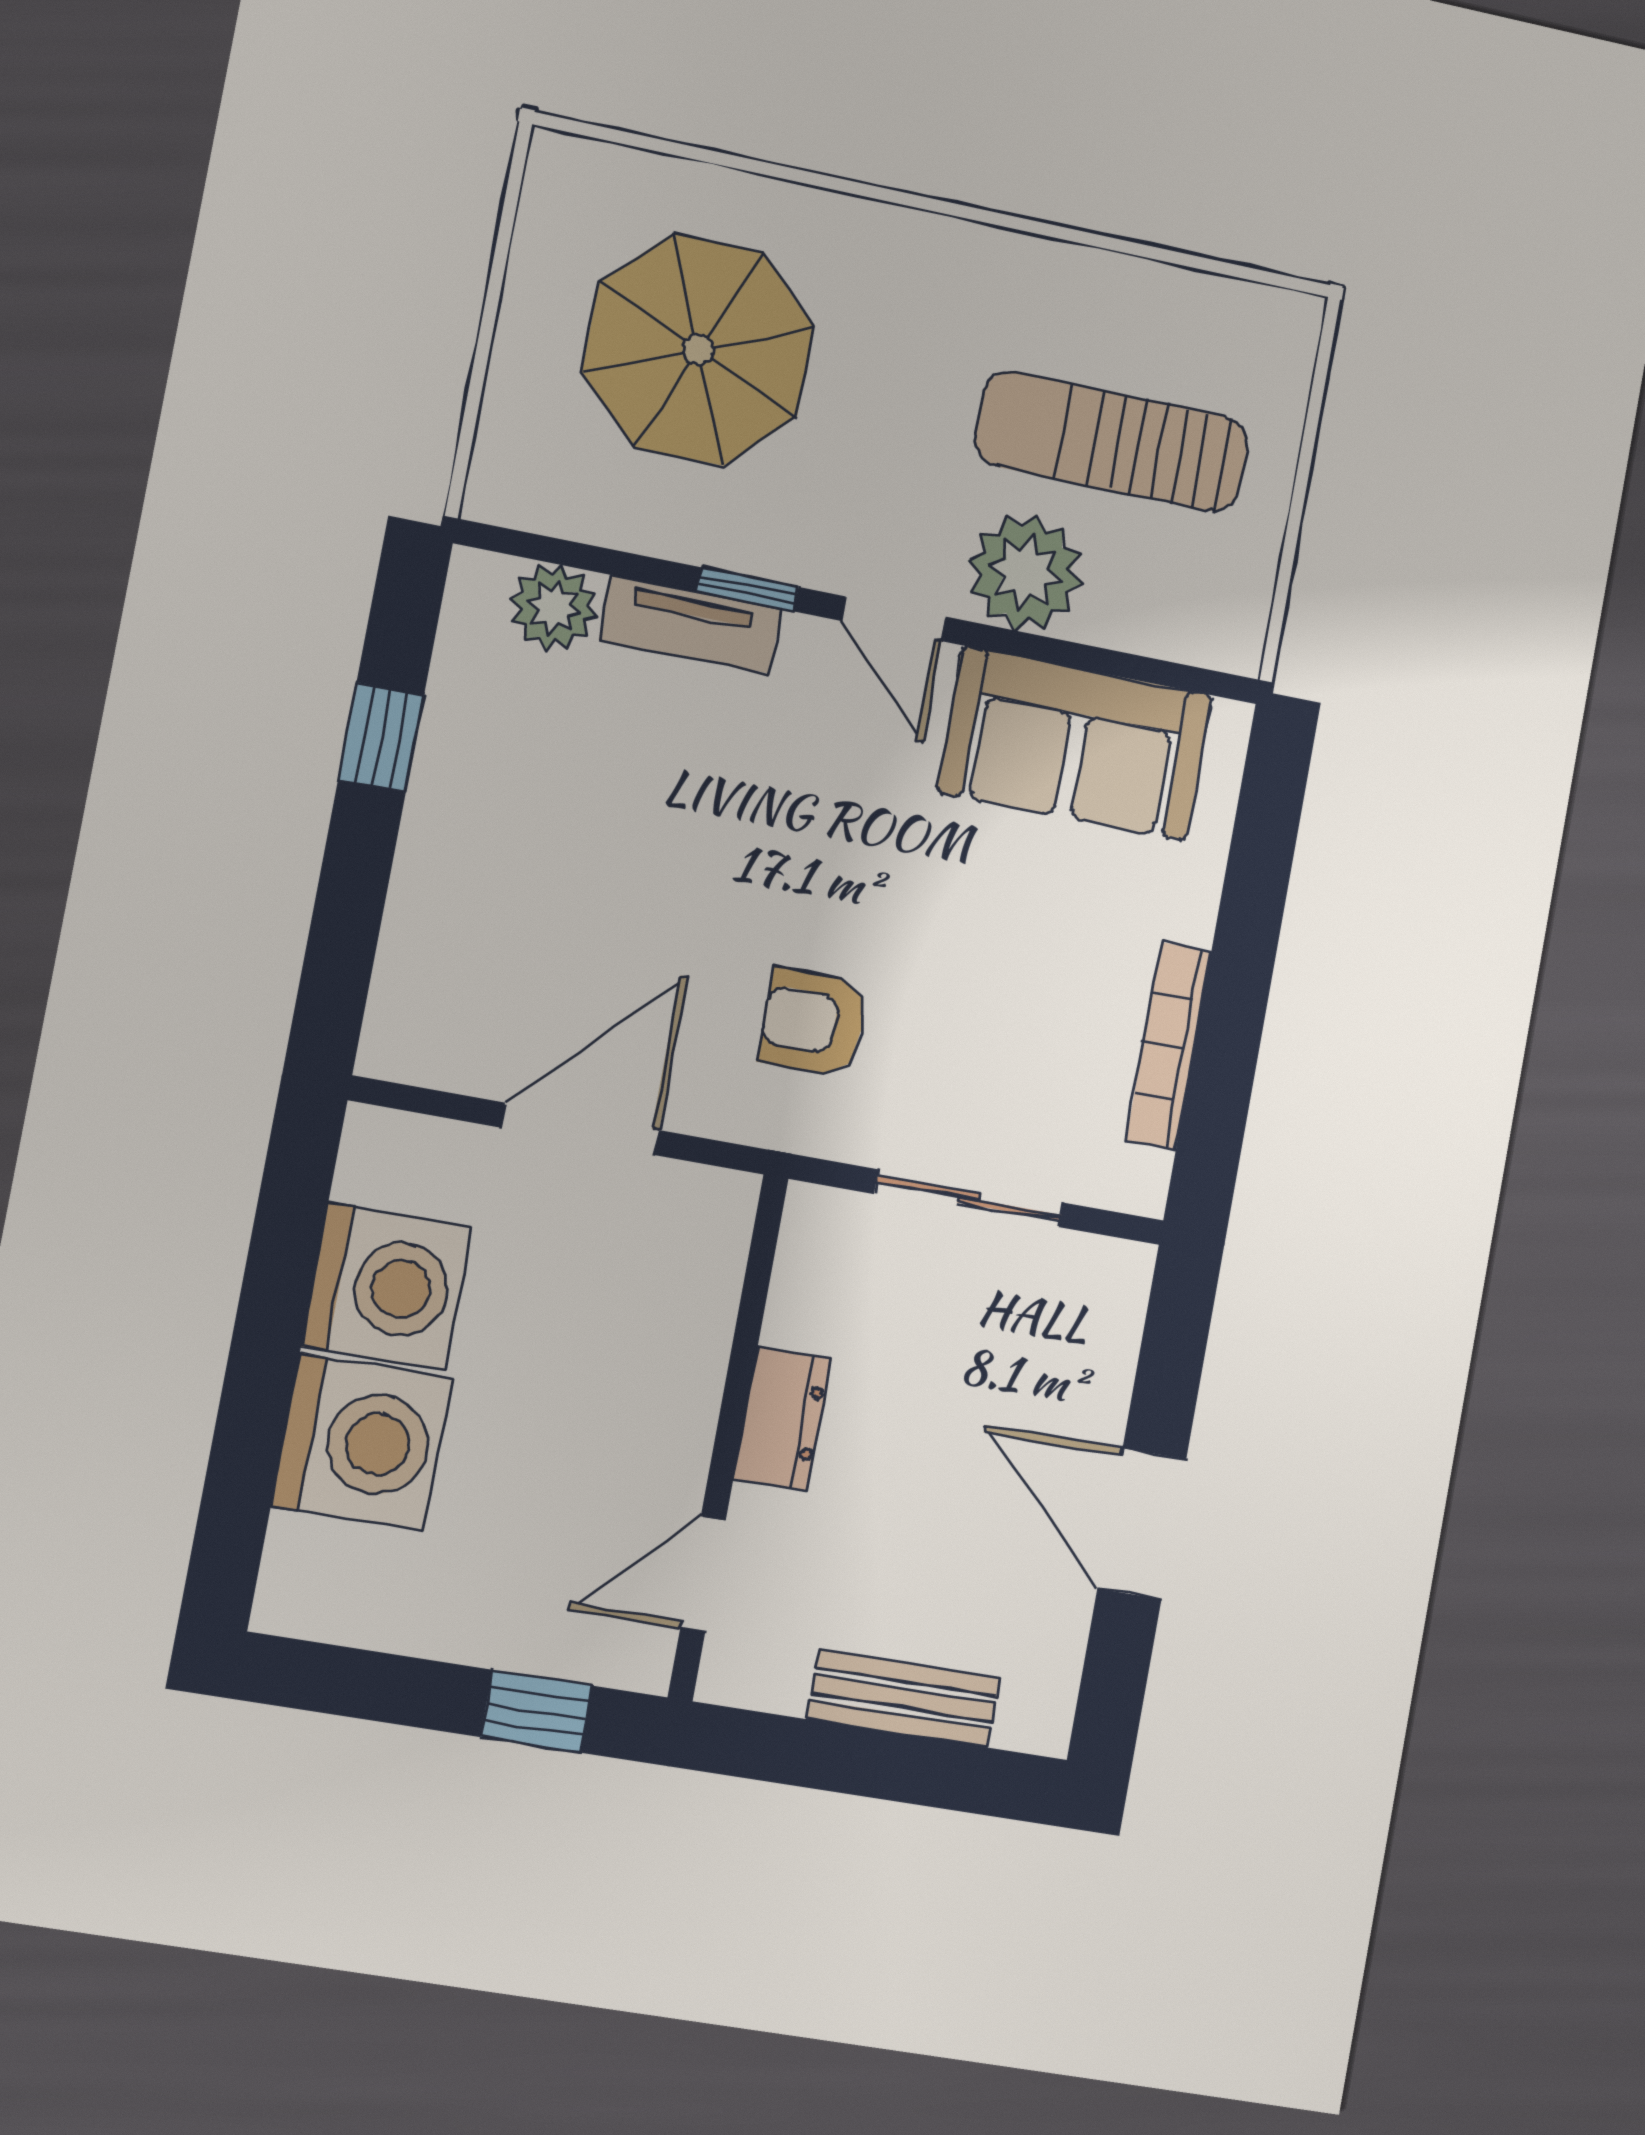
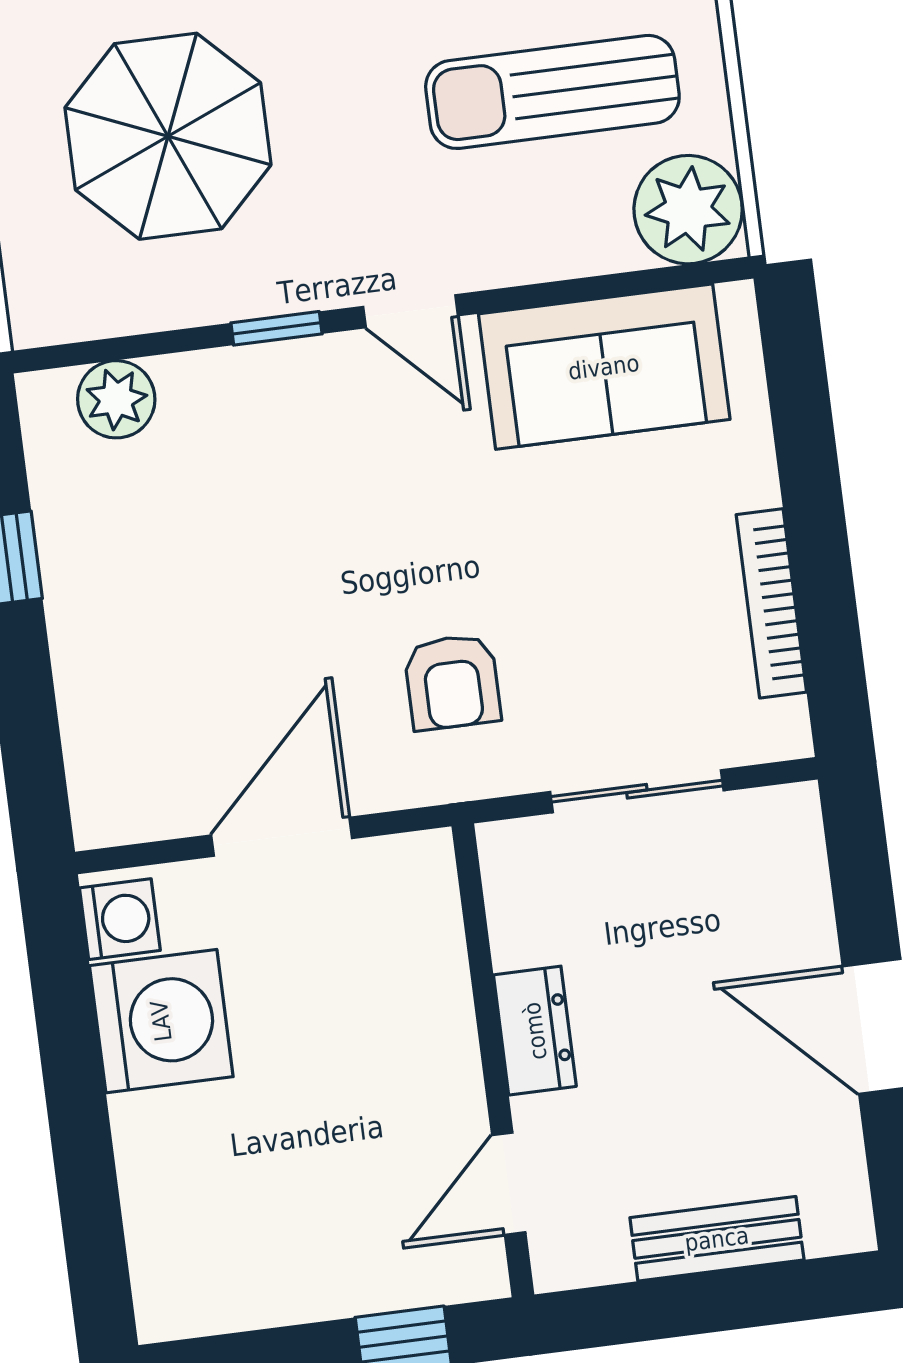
plant: (1025, 572) -> (688, 210), moved
tv unit: (690, 624) -> (237, 375), removed
armchair: (813, 1022) -> (452, 682), turned -90
washing machine: (362, 1442) -> (120, 919), moved, width x0.53, depth x0.53

